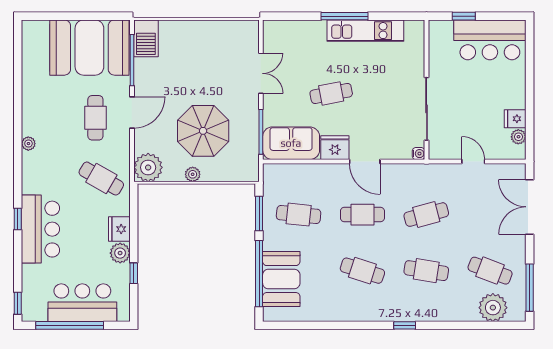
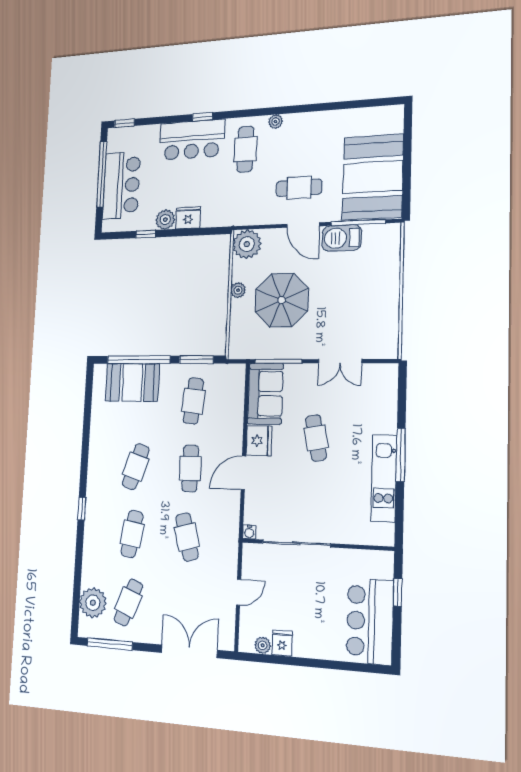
barbecue: (146, 38) -> (342, 238), moved
cafe table: (101, 179) -> (245, 149), moved, turned -30

